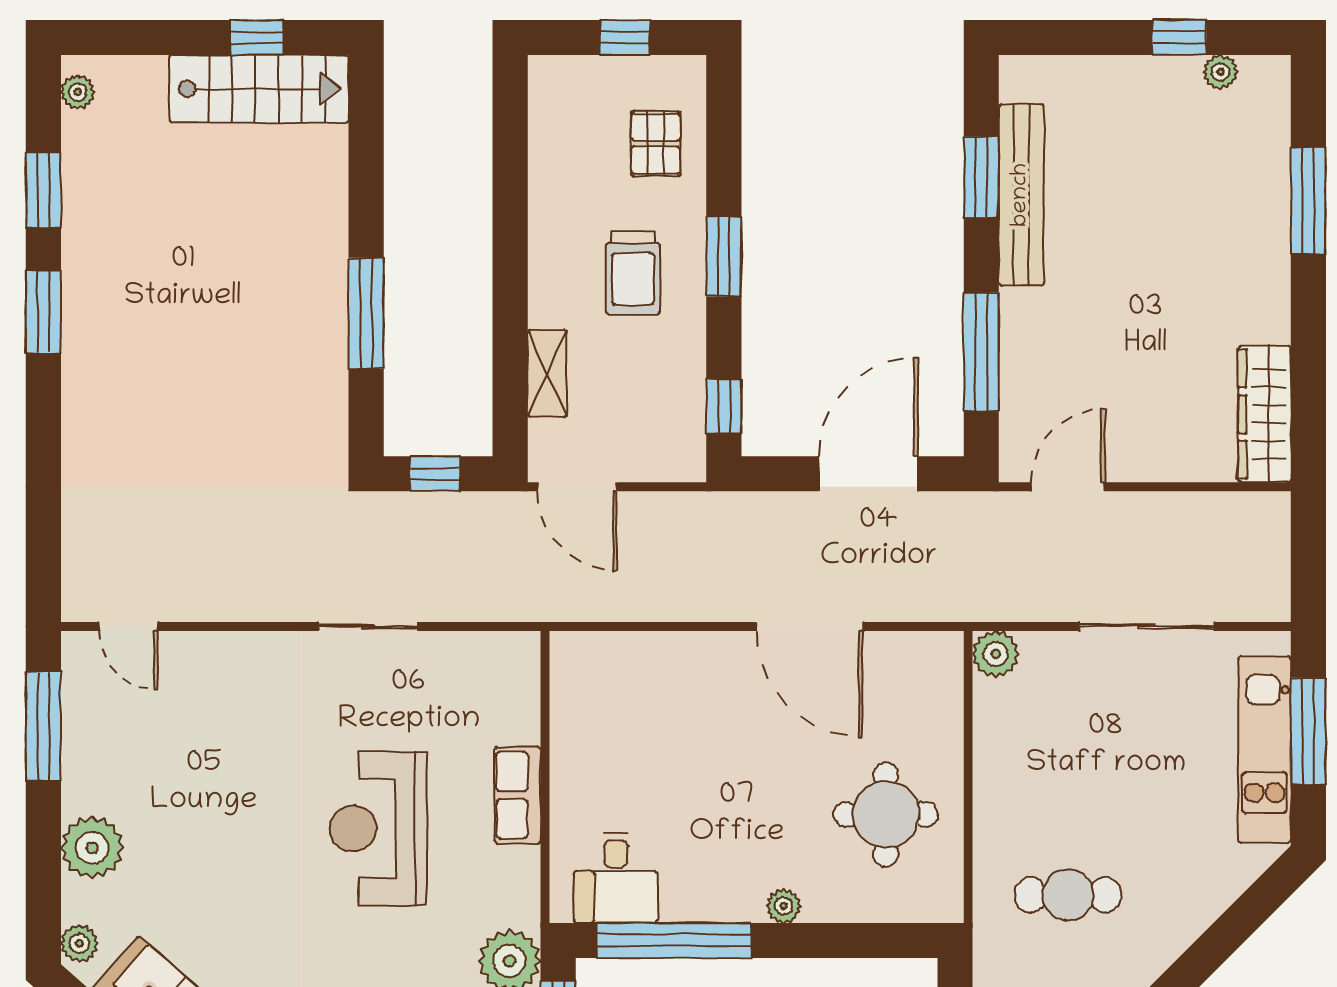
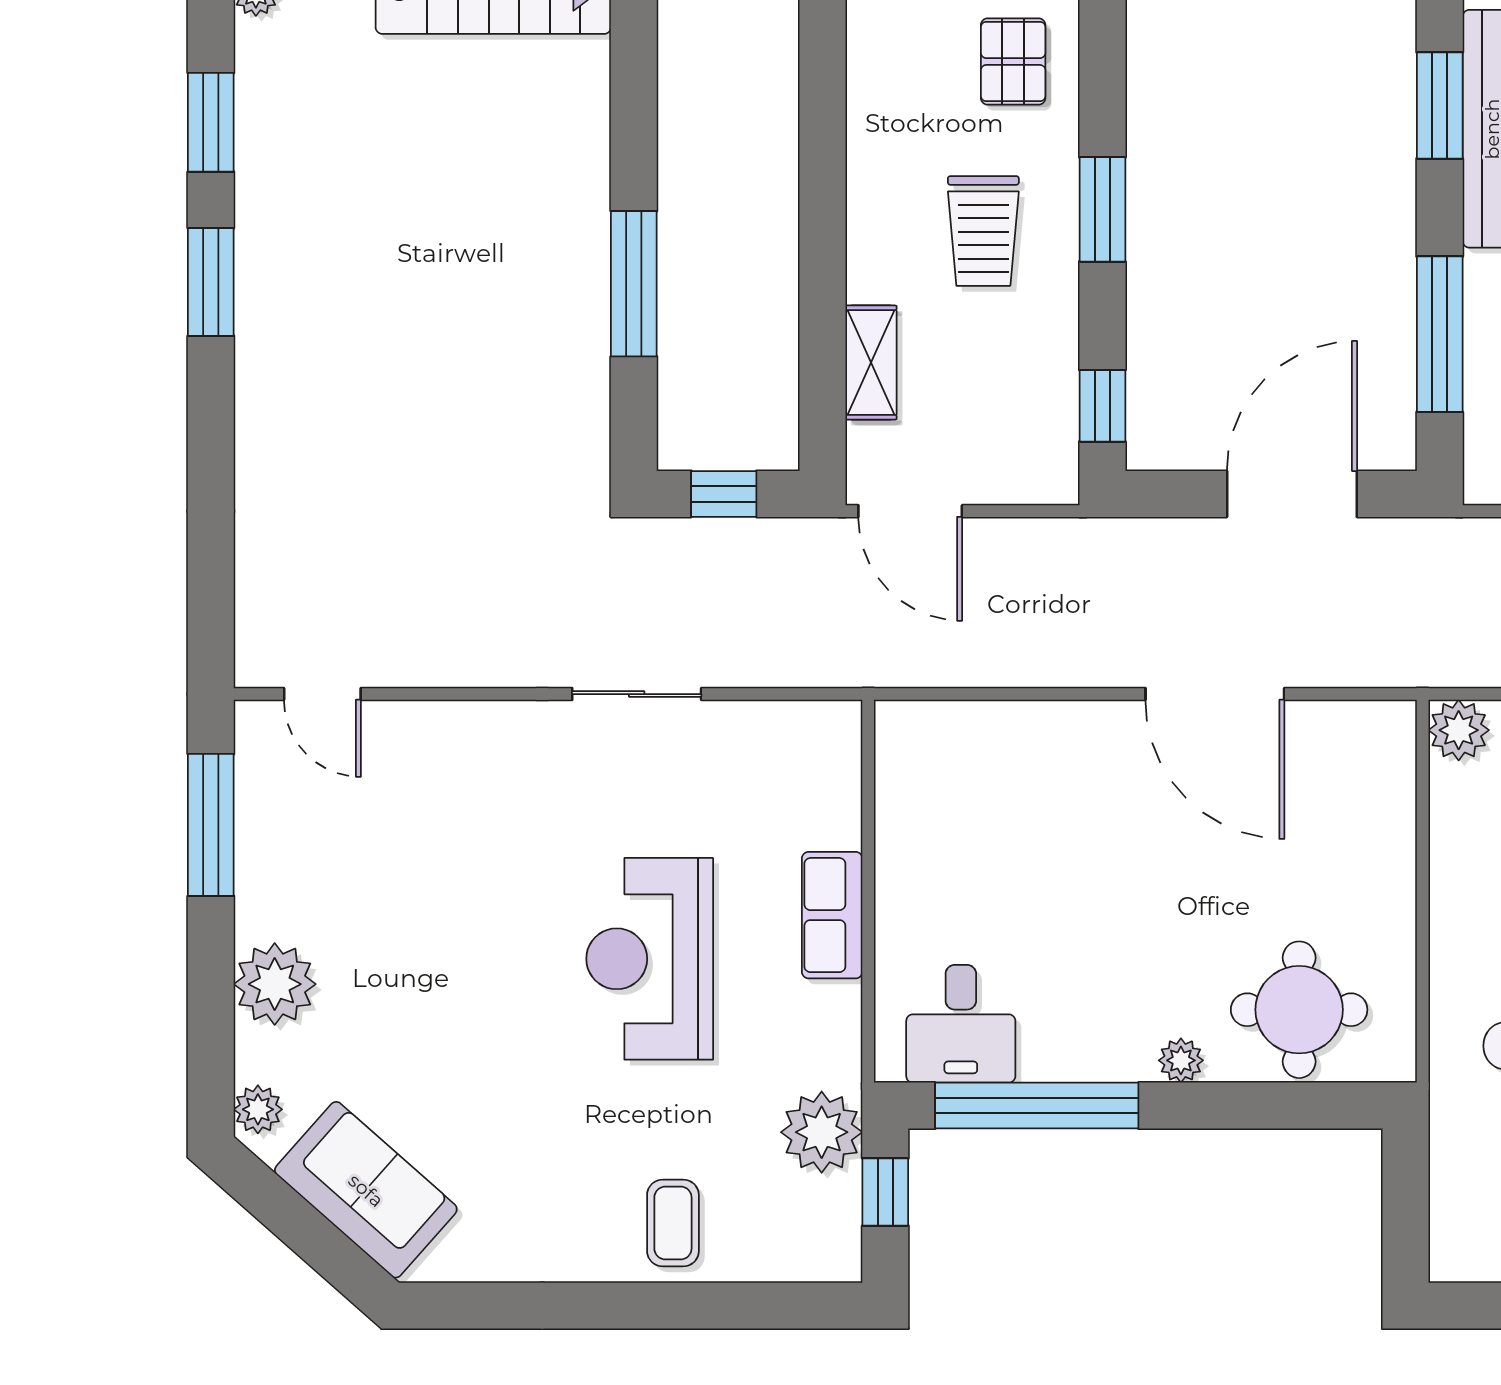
round table: (886, 814) -> (1299, 1010), moved

